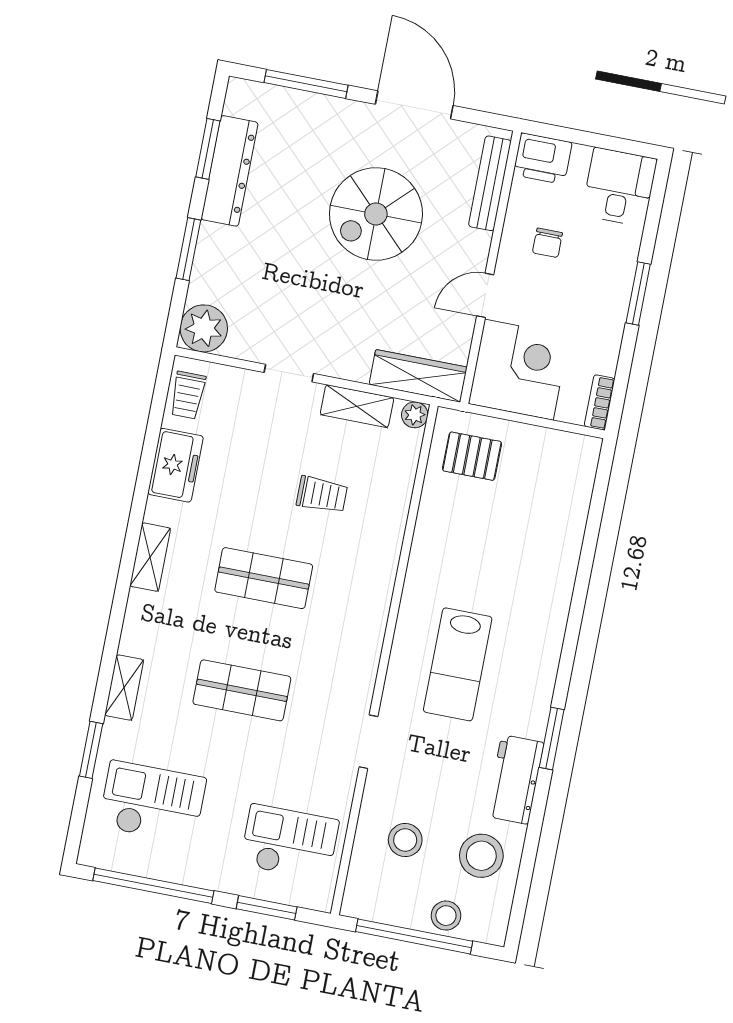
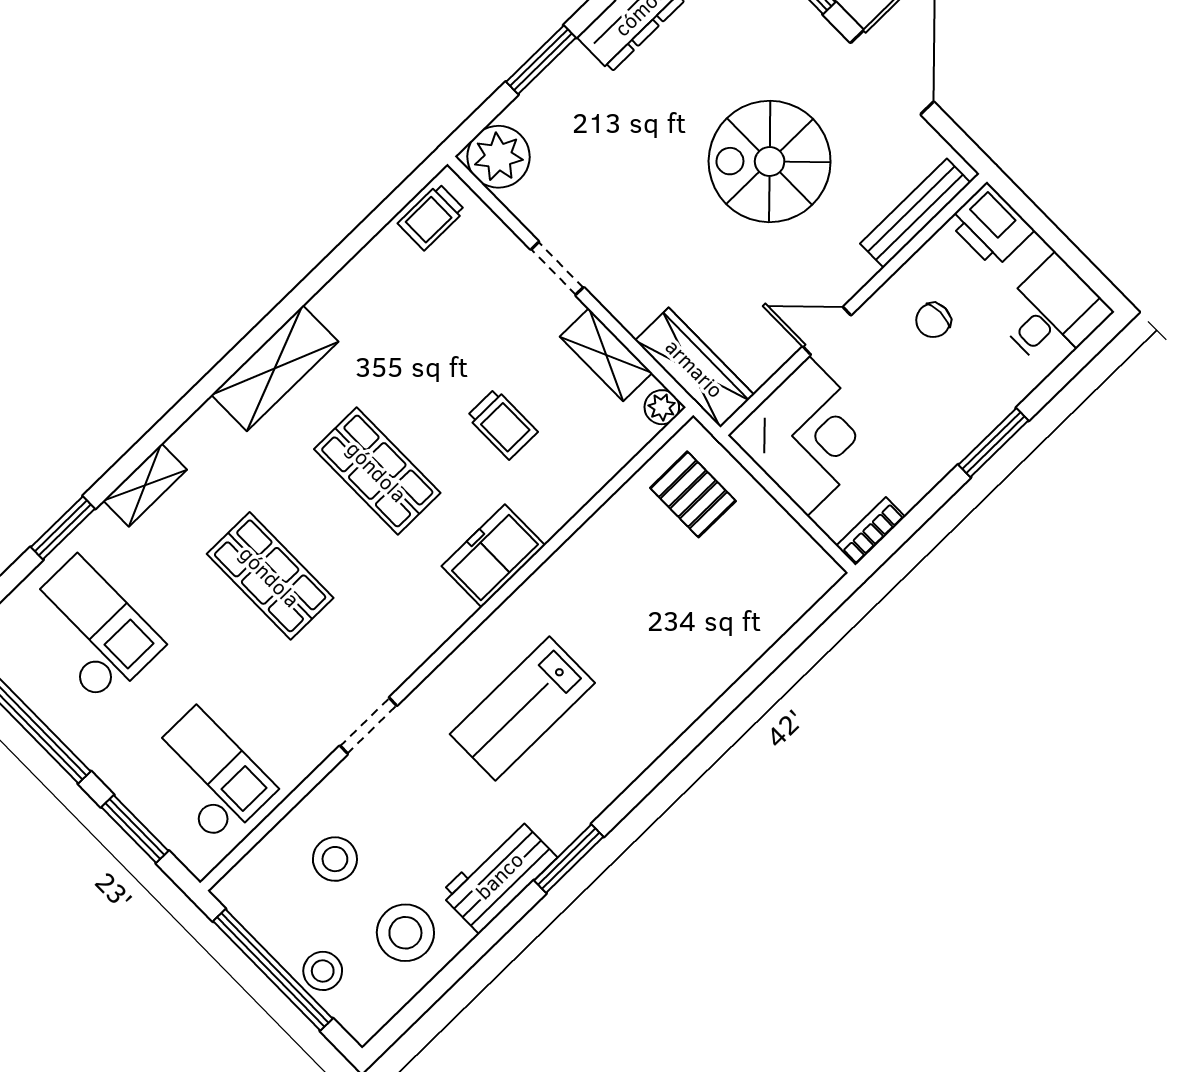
freezer: (176, 465) -> (493, 556), moved, turned 180
shelving: (150, 557) -> (275, 368), width x1.50, depth x1.33

